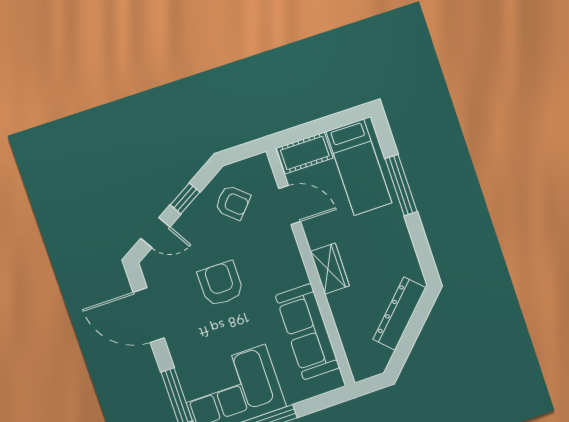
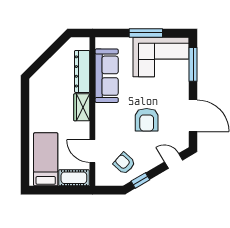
window: (401, 185) -> (25, 141), removed
window: (185, 198) -> (140, 180), moved
dresser: (400, 313) -> (82, 71), moved, turned 135

